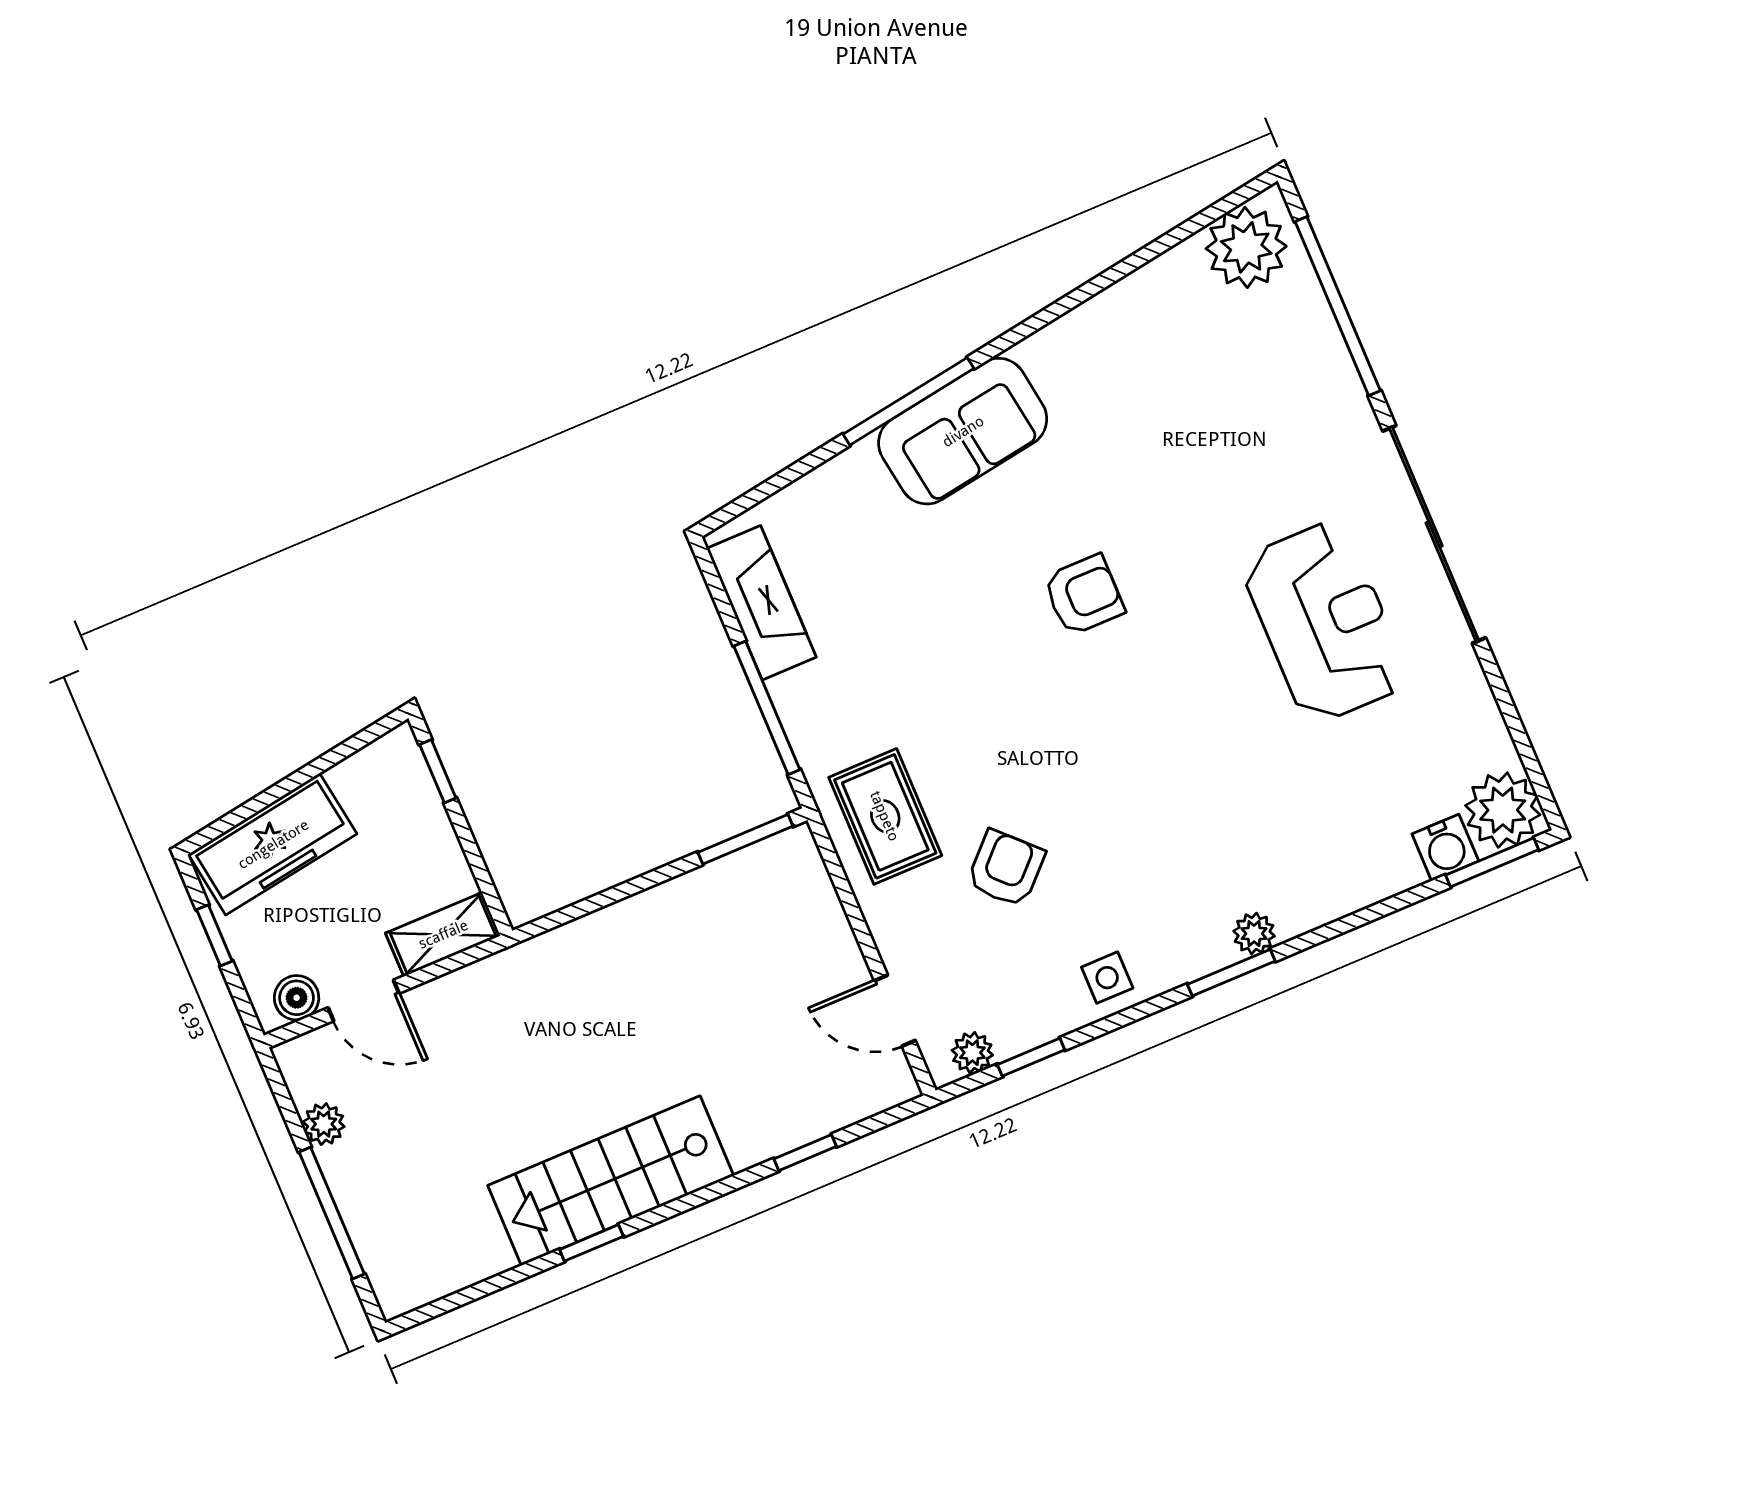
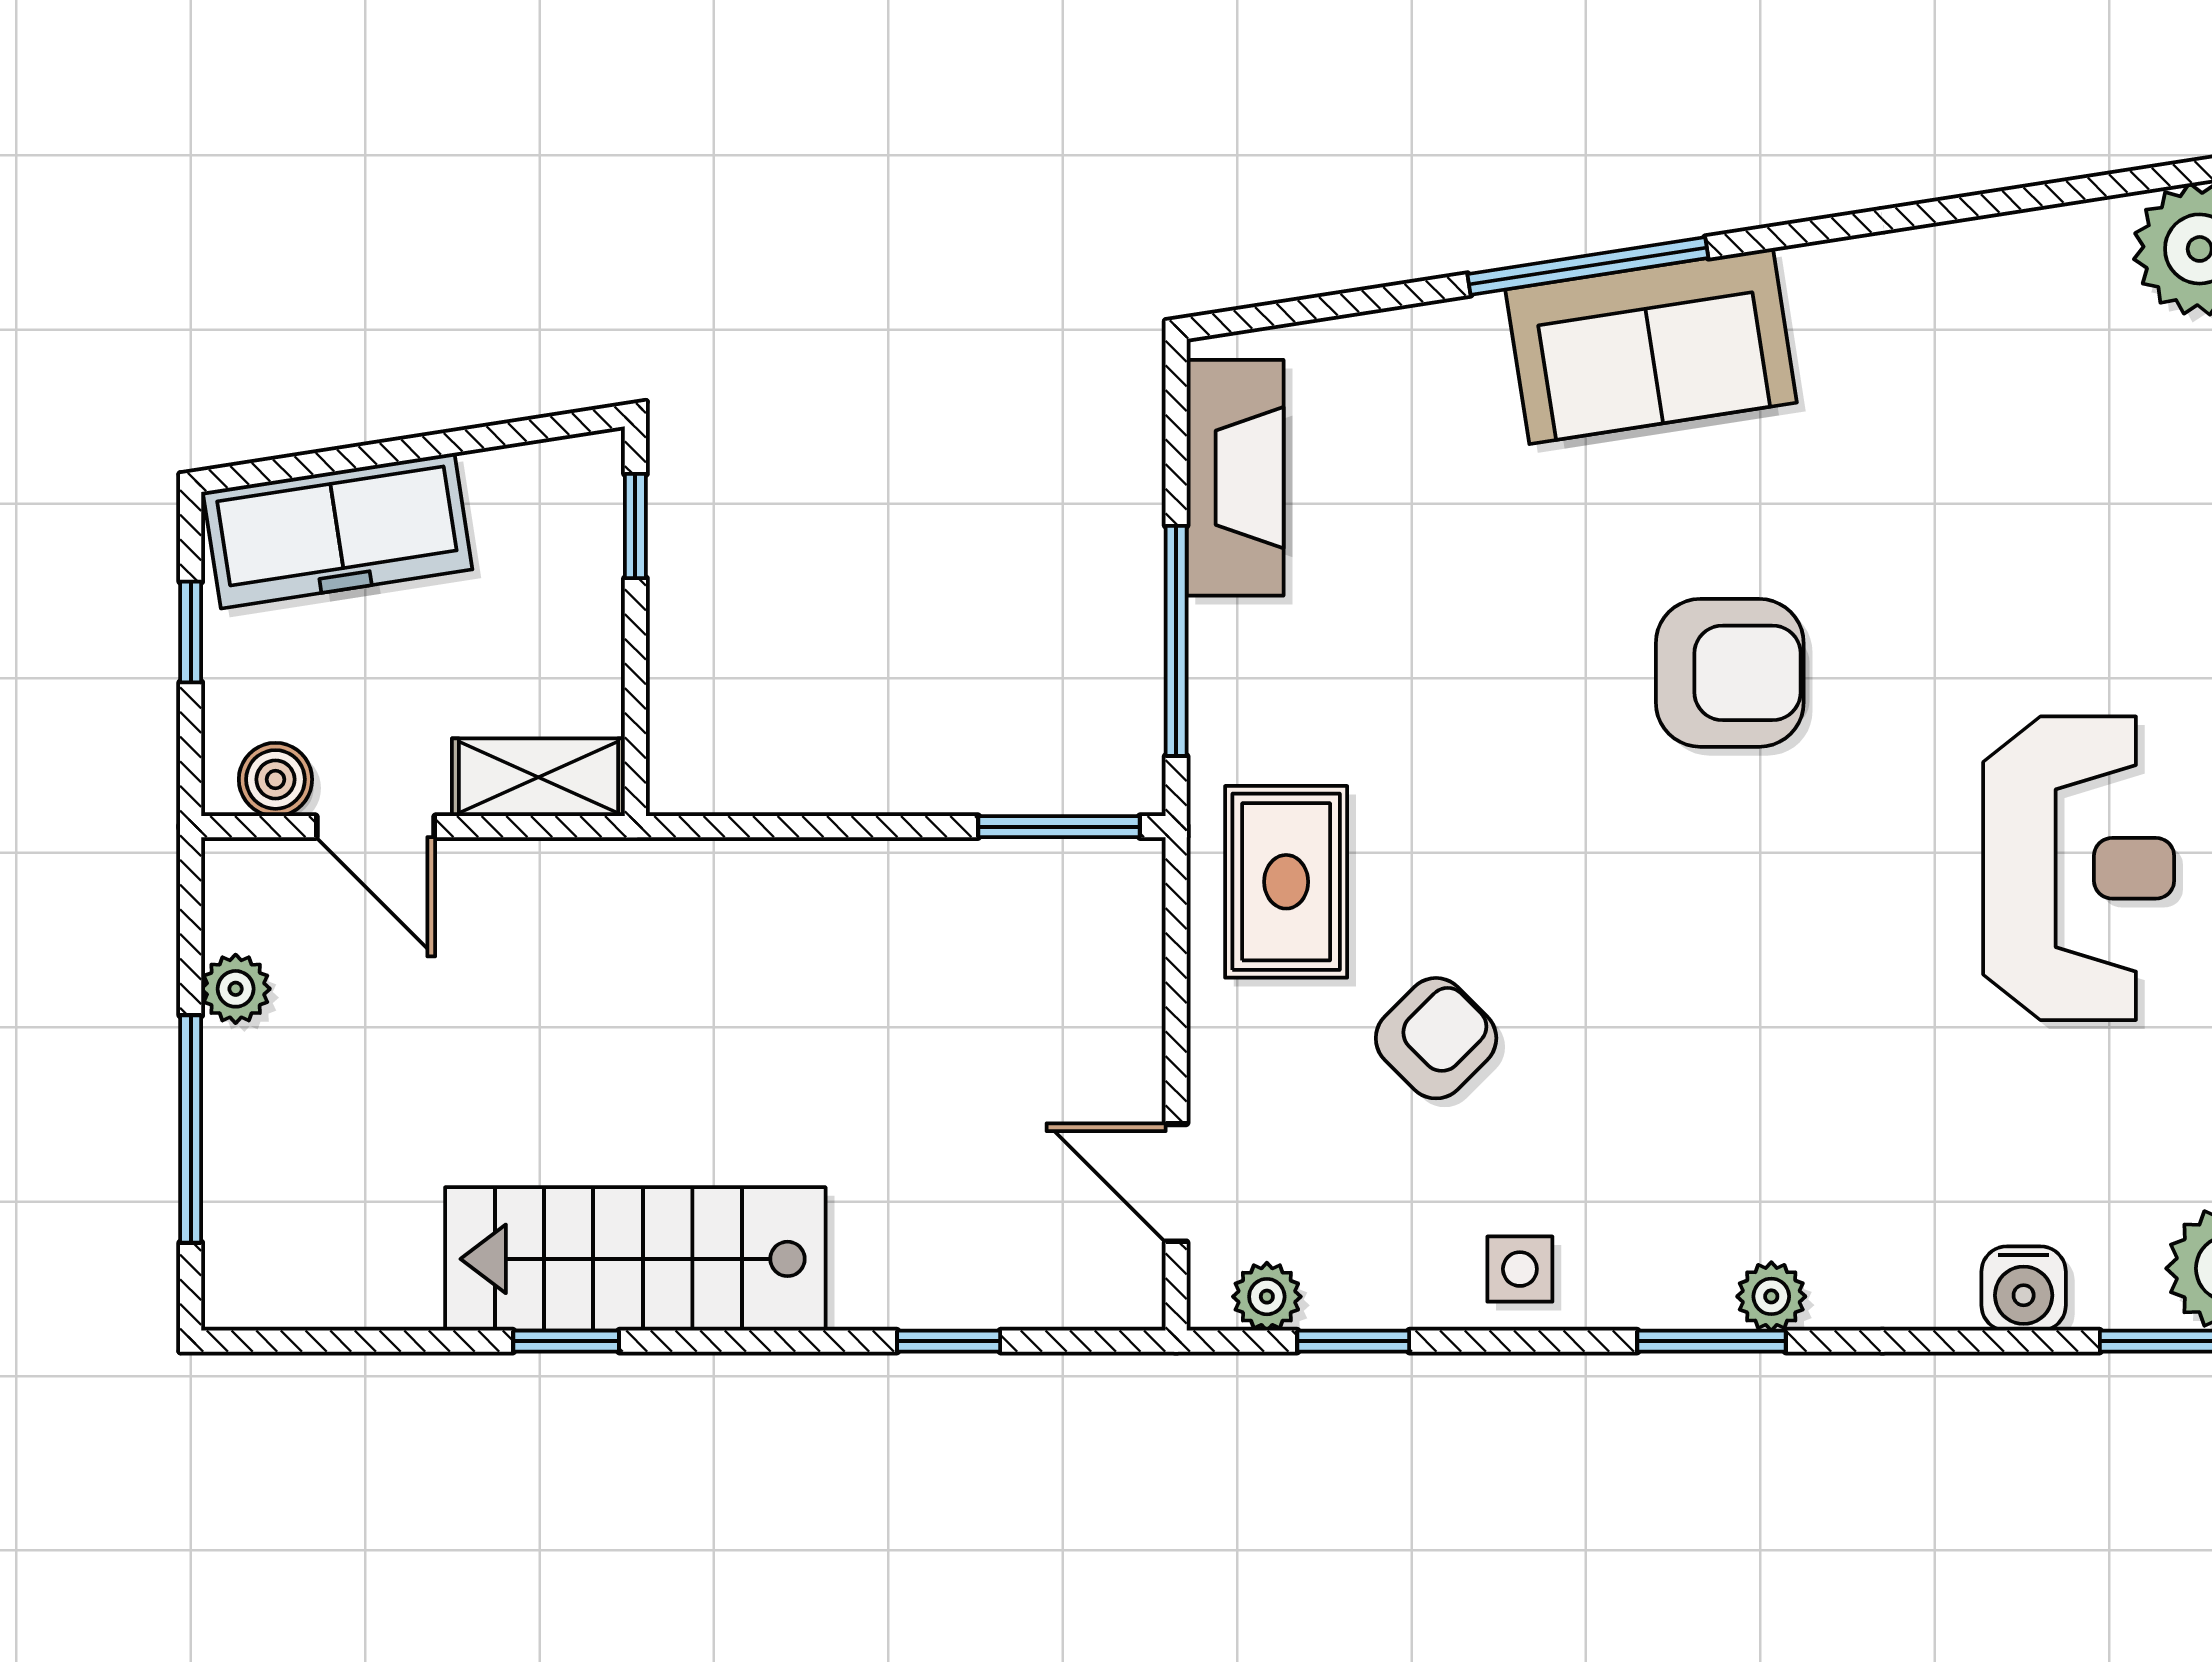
armchair: (1084, 595) -> (1730, 673), width x1.38, depth x1.38
water cooler: (1445, 848) -> (2024, 1289), moved

